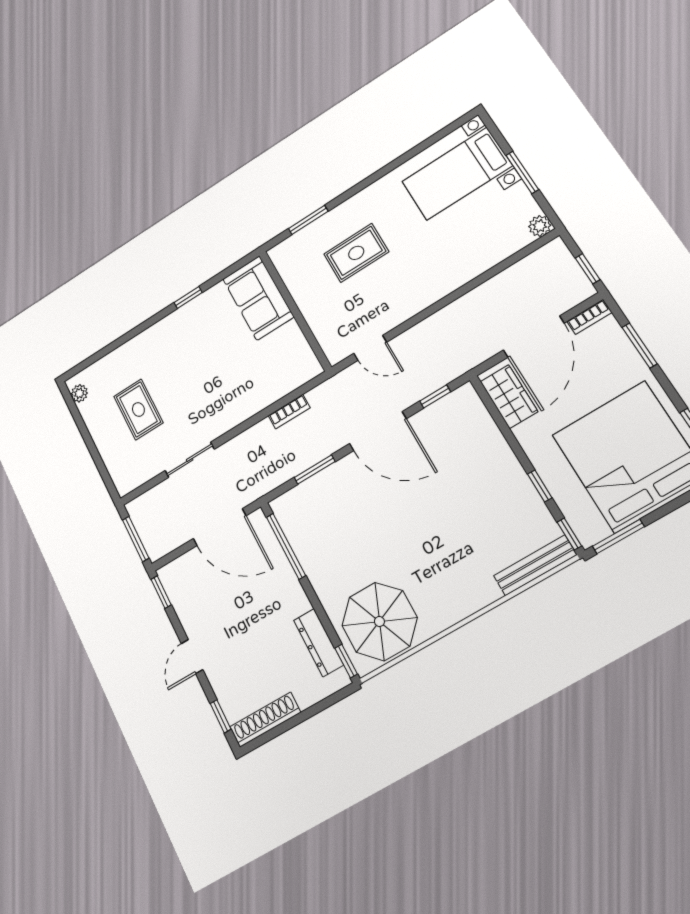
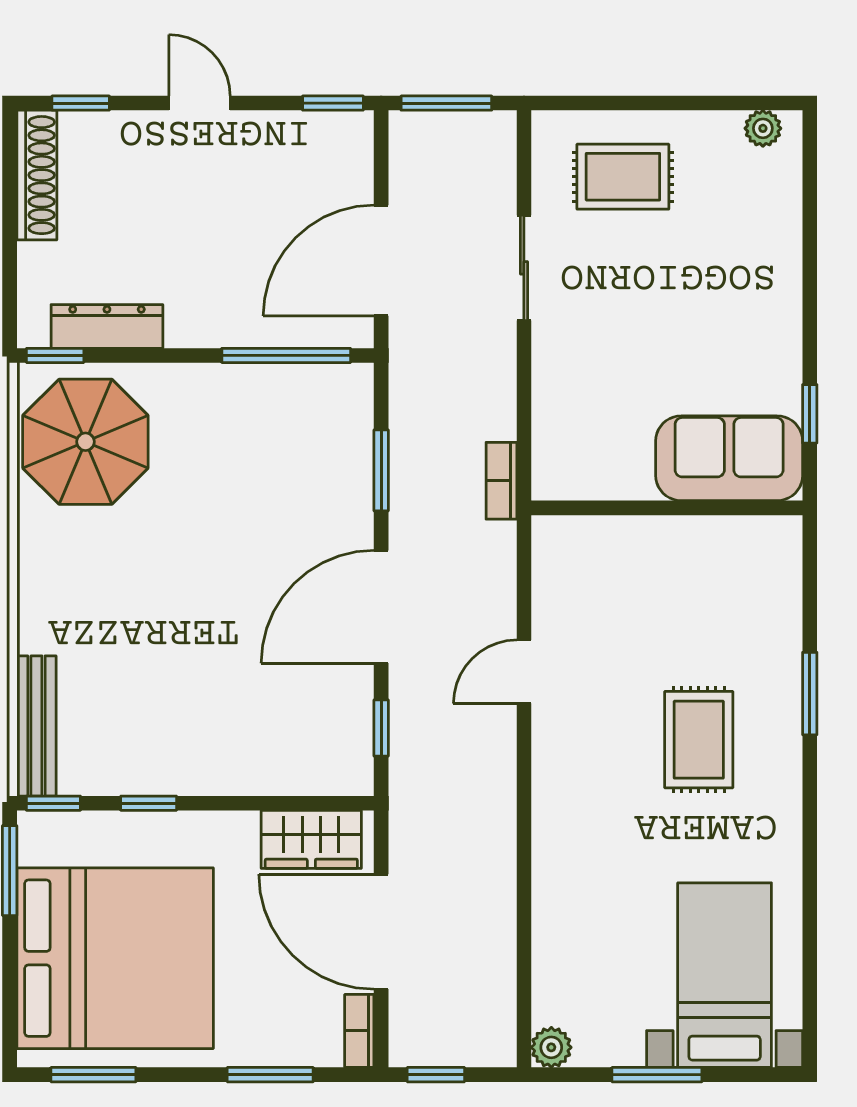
sofa: (258, 298) -> (729, 458), moved
wall: (295, 310) -> (667, 508), moved
rug: (138, 409) -> (623, 177), moved

